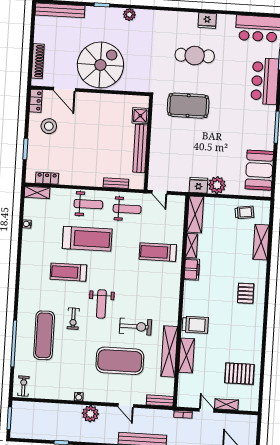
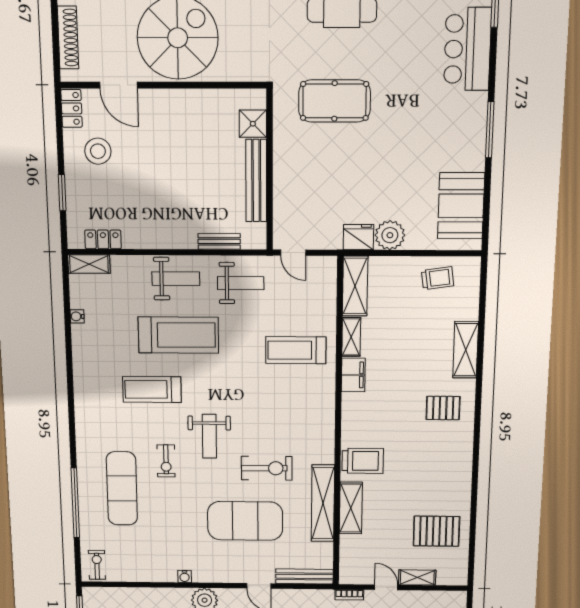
shelving: (261, 242) -> (466, 350), moved
pallet: (246, 293) -> (443, 408), turned 90
bench: (160, 401) -> (304, 576), width x1.36

